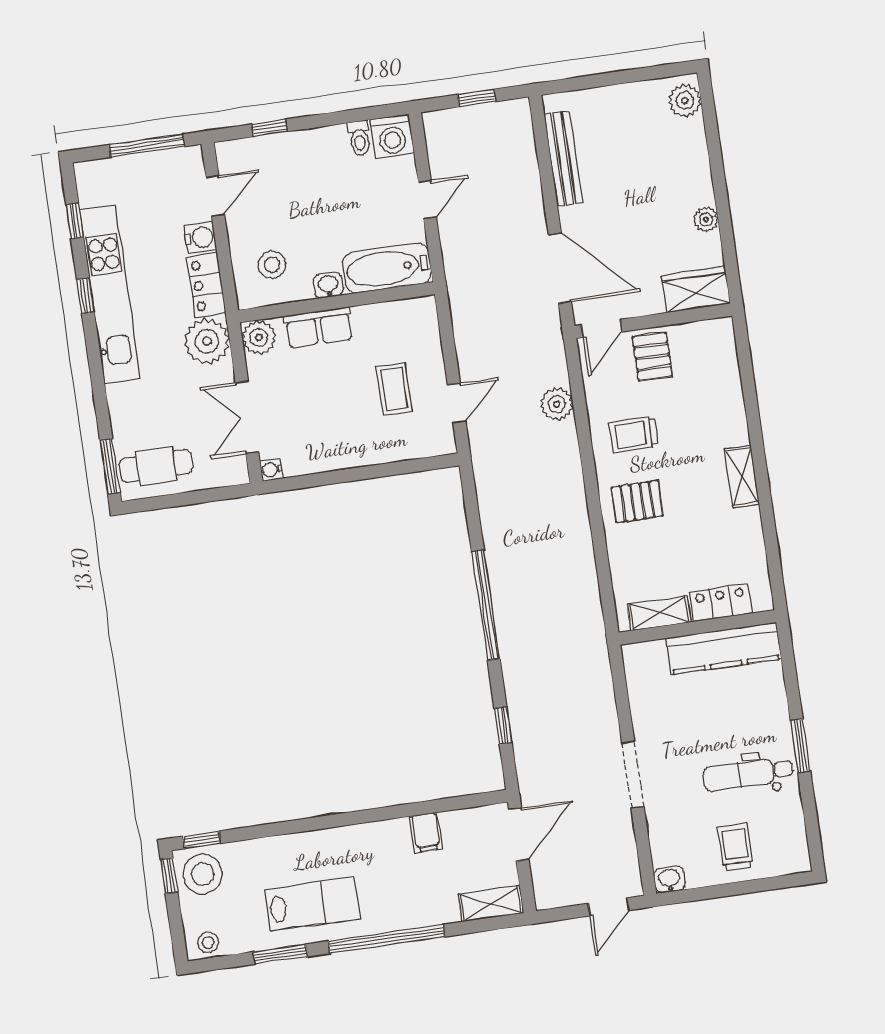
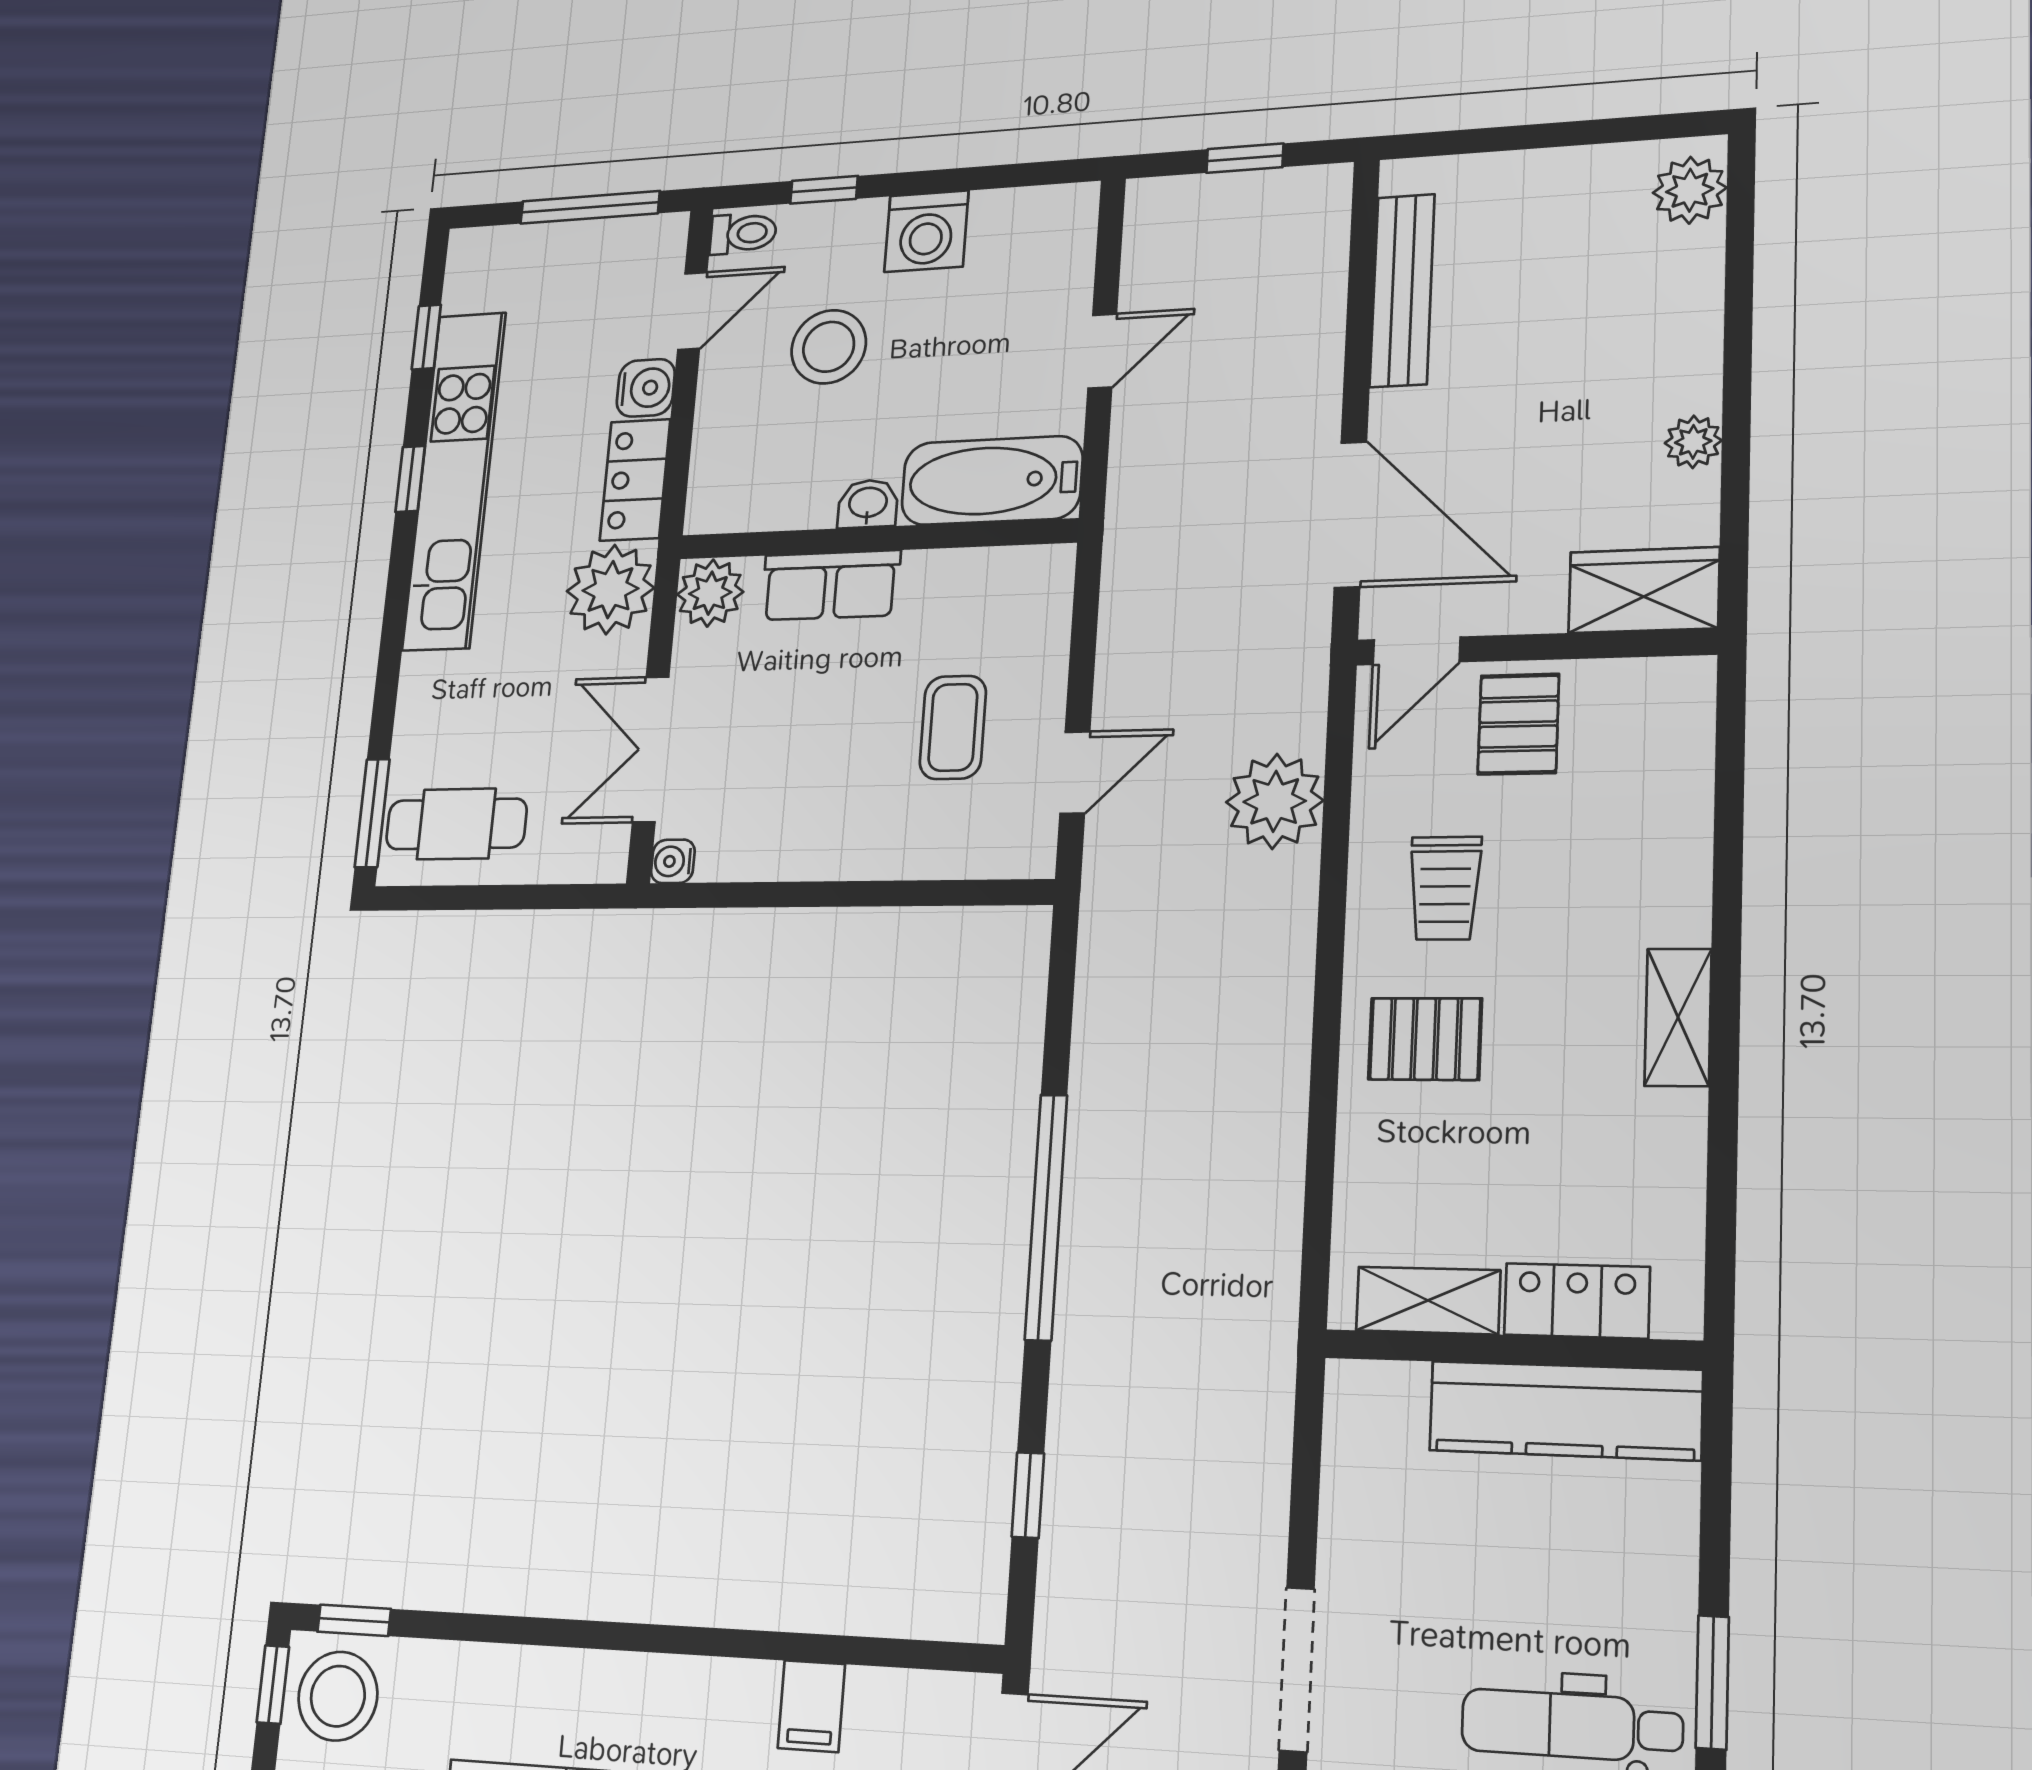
washing machine: (392, 136) -> (926, 231), moved
toilet: (359, 138) -> (743, 233), moved, turned -90
stool: (272, 265) -> (829, 347), moved, width x1.38, depth x1.38
plant: (557, 404) -> (1275, 801), width x1.36, depth x1.36
trolley: (634, 434) -> (1445, 888), turned -90

